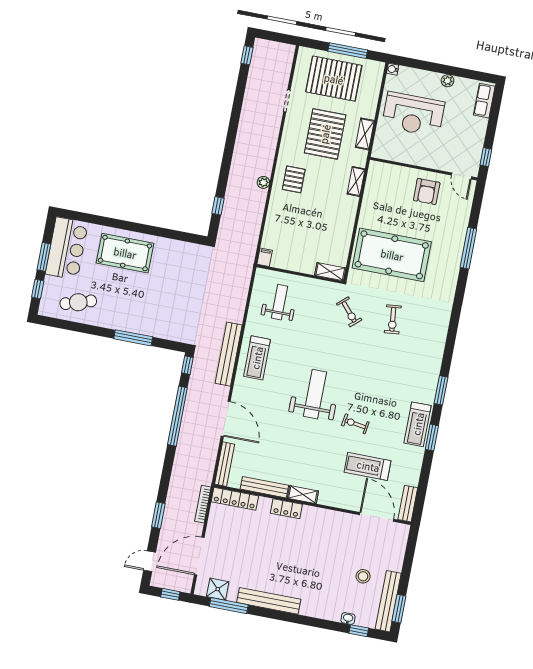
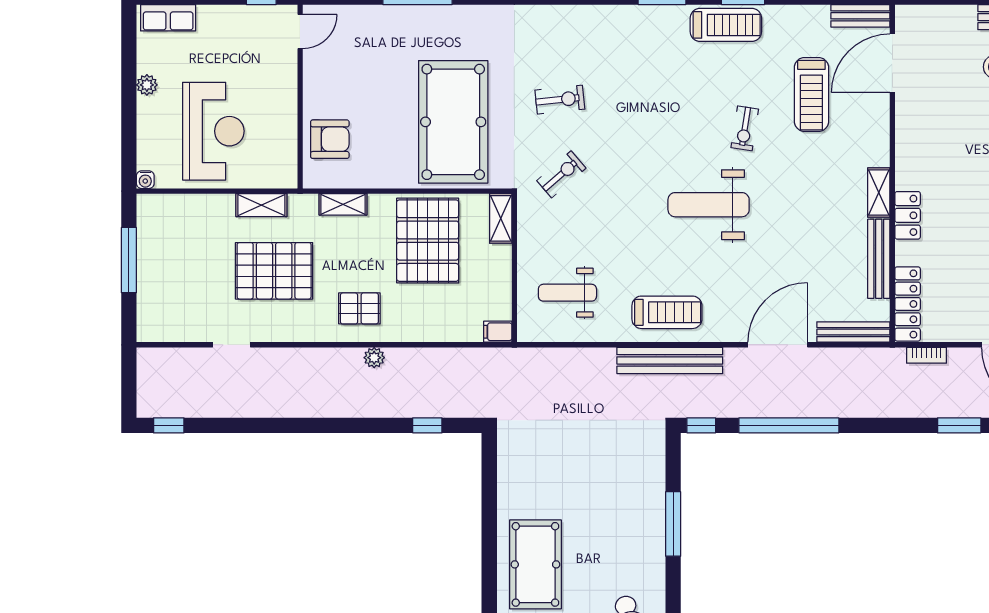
pallet: (334, 79) -> (428, 241), moved
armchair: (427, 192) -> (330, 139), moved
bookcase: (203, 504) -> (927, 355), width x0.64

